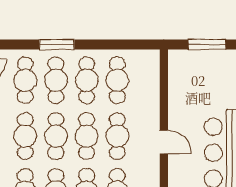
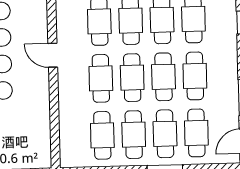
door: (164, 142) -> (53, 55), moved

